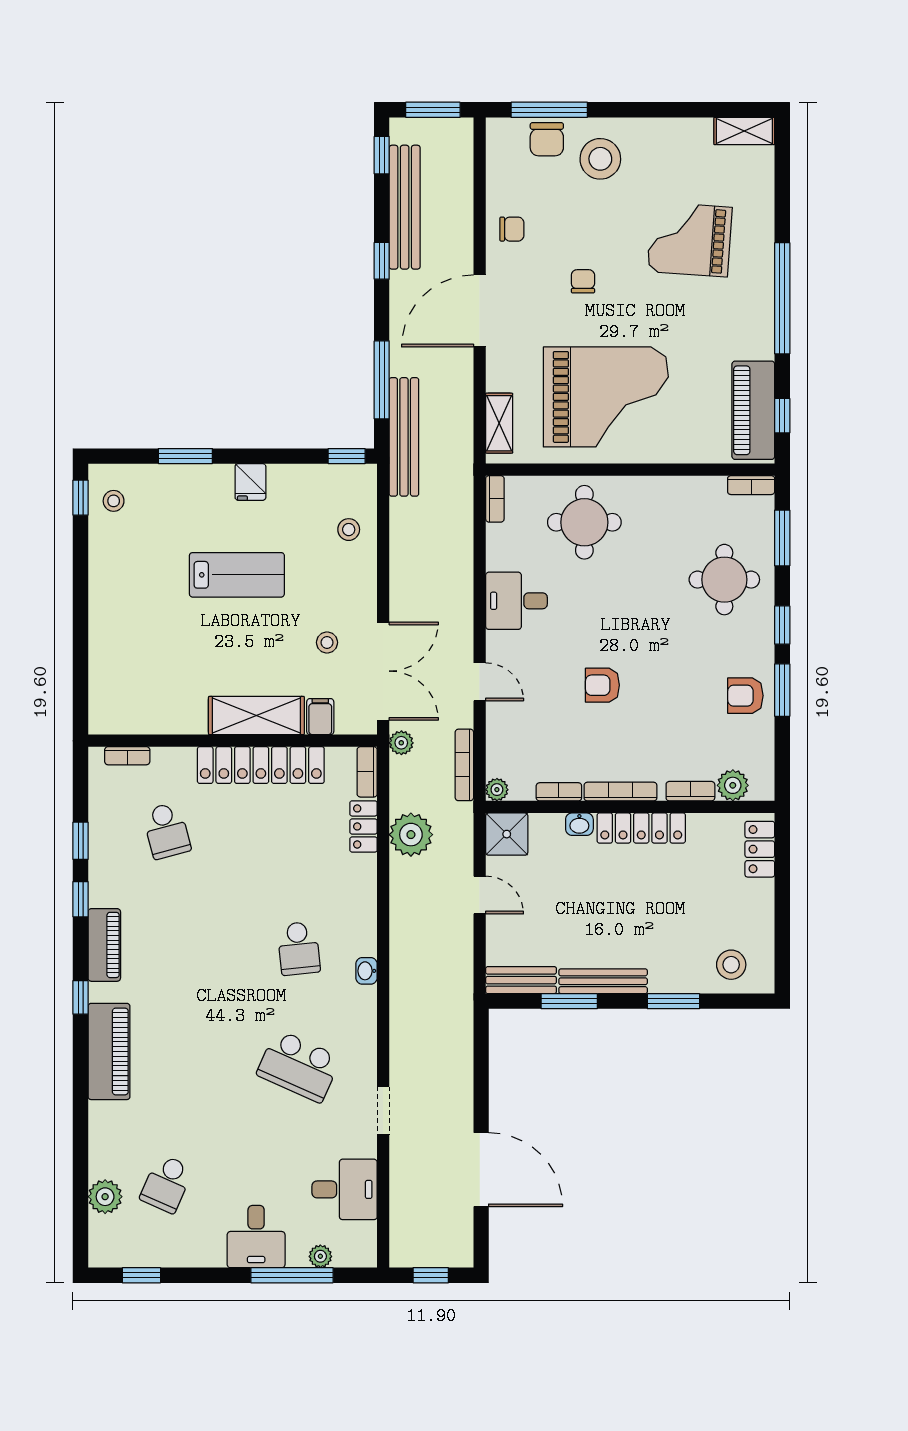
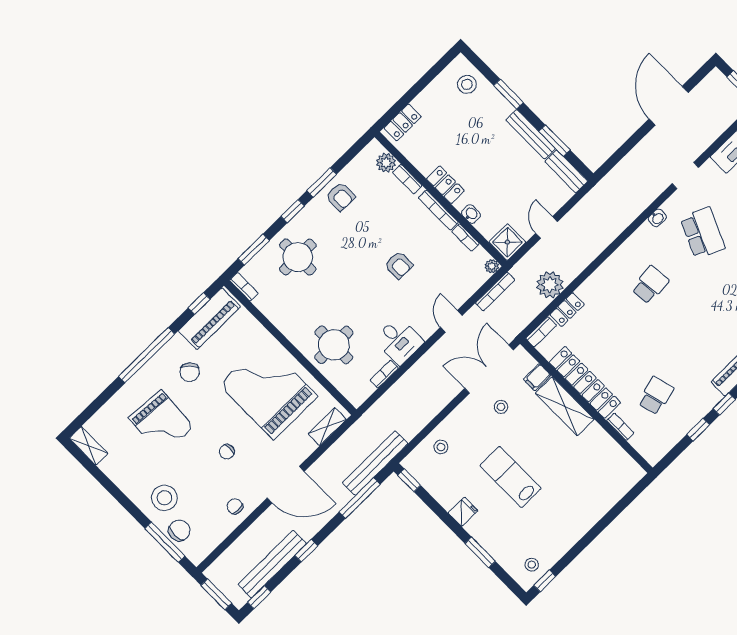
chair: (715, 328) -> (190, 372), added
bookcase: (495, 499) -> (384, 374), moved
plant: (401, 743) -> (513, 330), removed
bookcase: (127, 756) -> (620, 427), moved
locker: (641, 828) -> (445, 185), width x0.66
washbasin: (366, 971) -> (657, 218), moved

